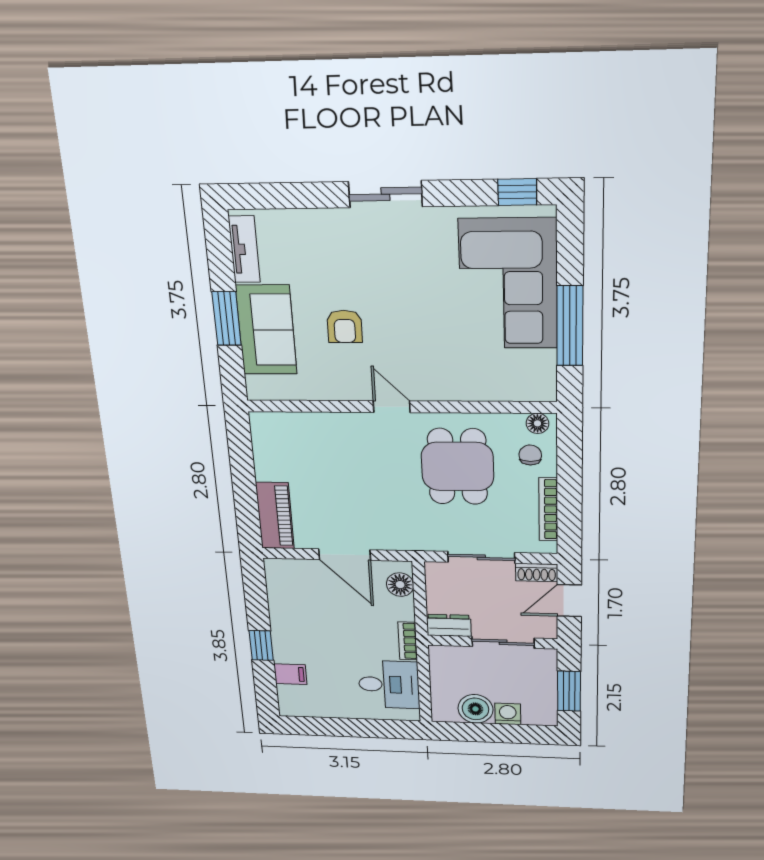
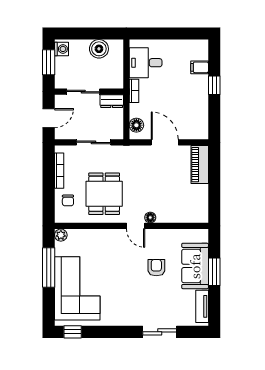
sliding door: (385, 194) -> (160, 332), moved
plant: (544, 390) -> (61, 235), added
floor lamp: (537, 423) -> (150, 217), moved
shoe rack: (537, 573) -> (65, 134), removed
washing machine: (508, 714) -> (62, 49), moved, turned -90

